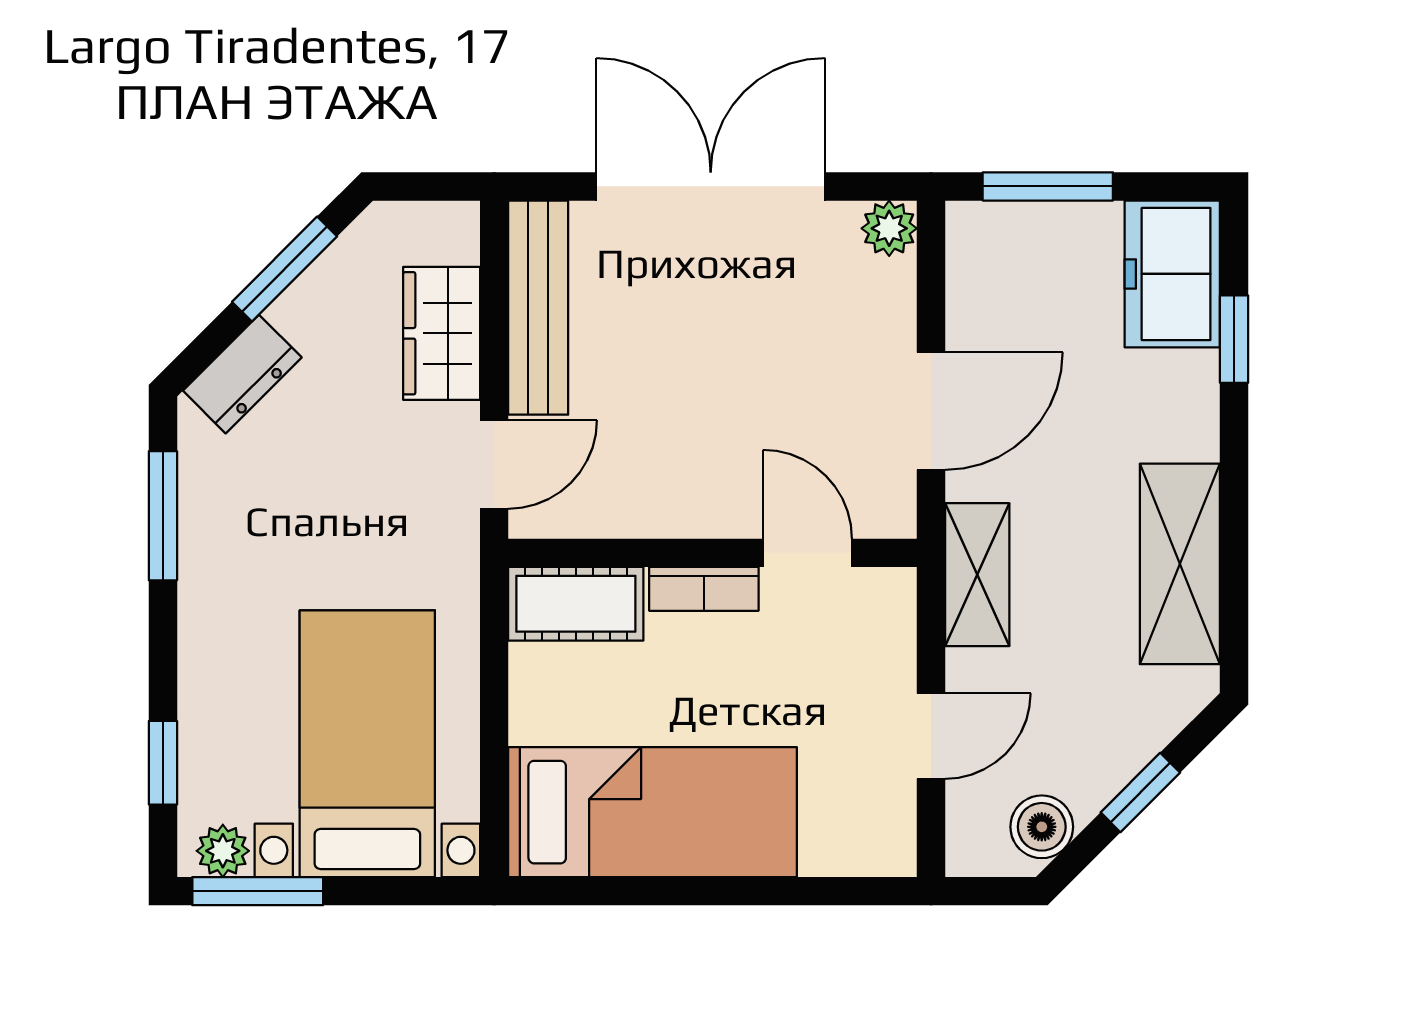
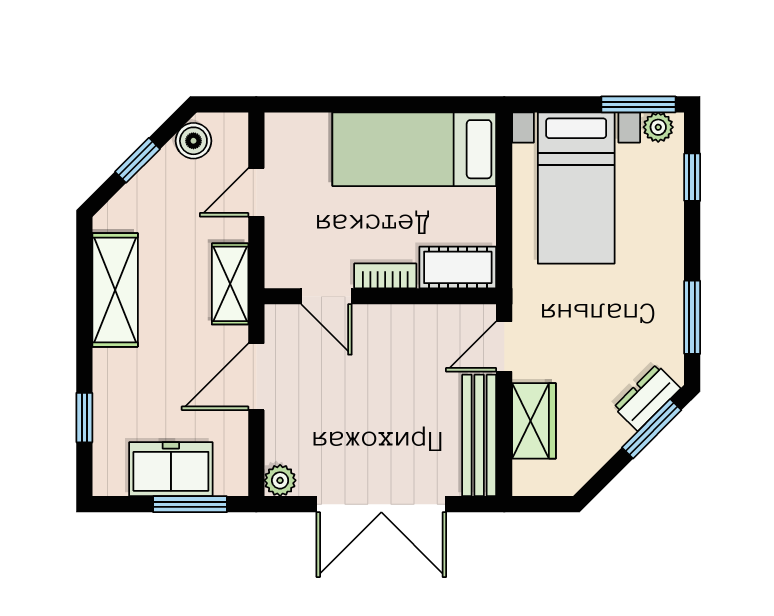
window: (285, 269) -> (652, 429), moved
freezer: (1172, 274) -> (171, 469), moved, turned -90

